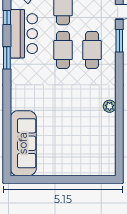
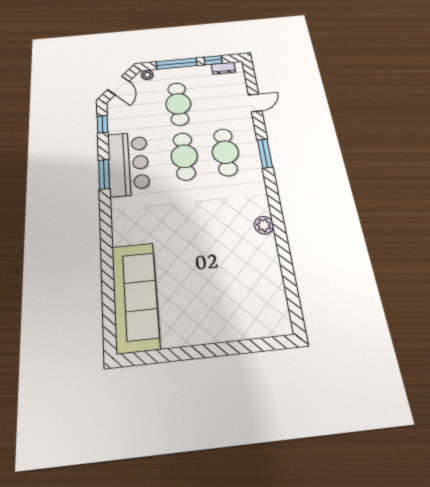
bar counter: (24, 34) -> (128, 163), moved
window: (119, 41) -> (265, 153), moved

